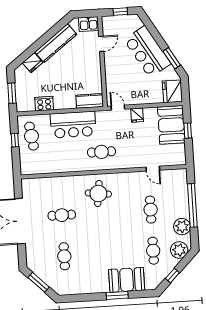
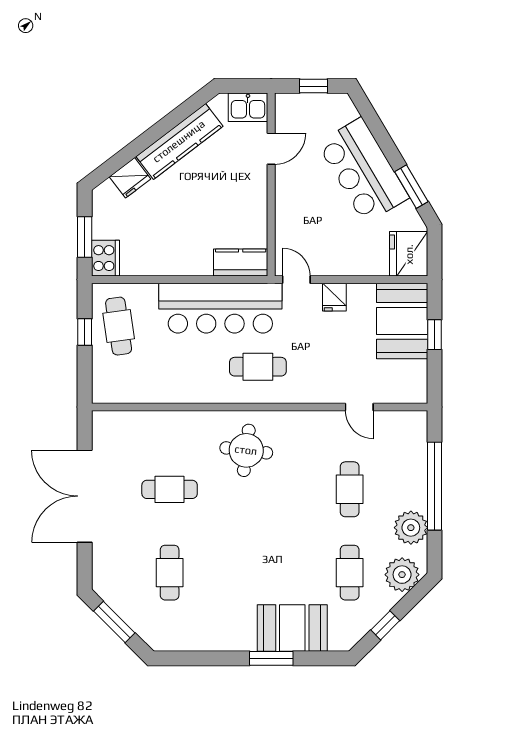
cooker: (44, 104) -> (105, 258), moved, turned 90
bar counter: (73, 125) -> (220, 308), width x1.36

